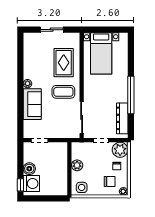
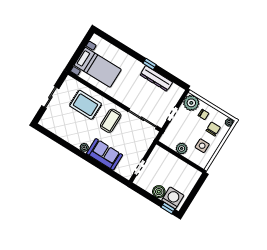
window: (131, 95) -> (150, 64), width x0.32
dresser: (122, 118) -> (156, 78), moved
side table: (82, 187) -> (202, 146), moved

